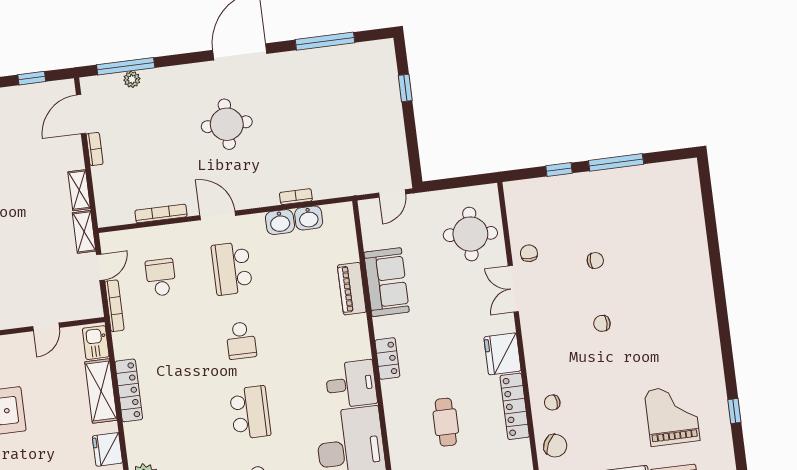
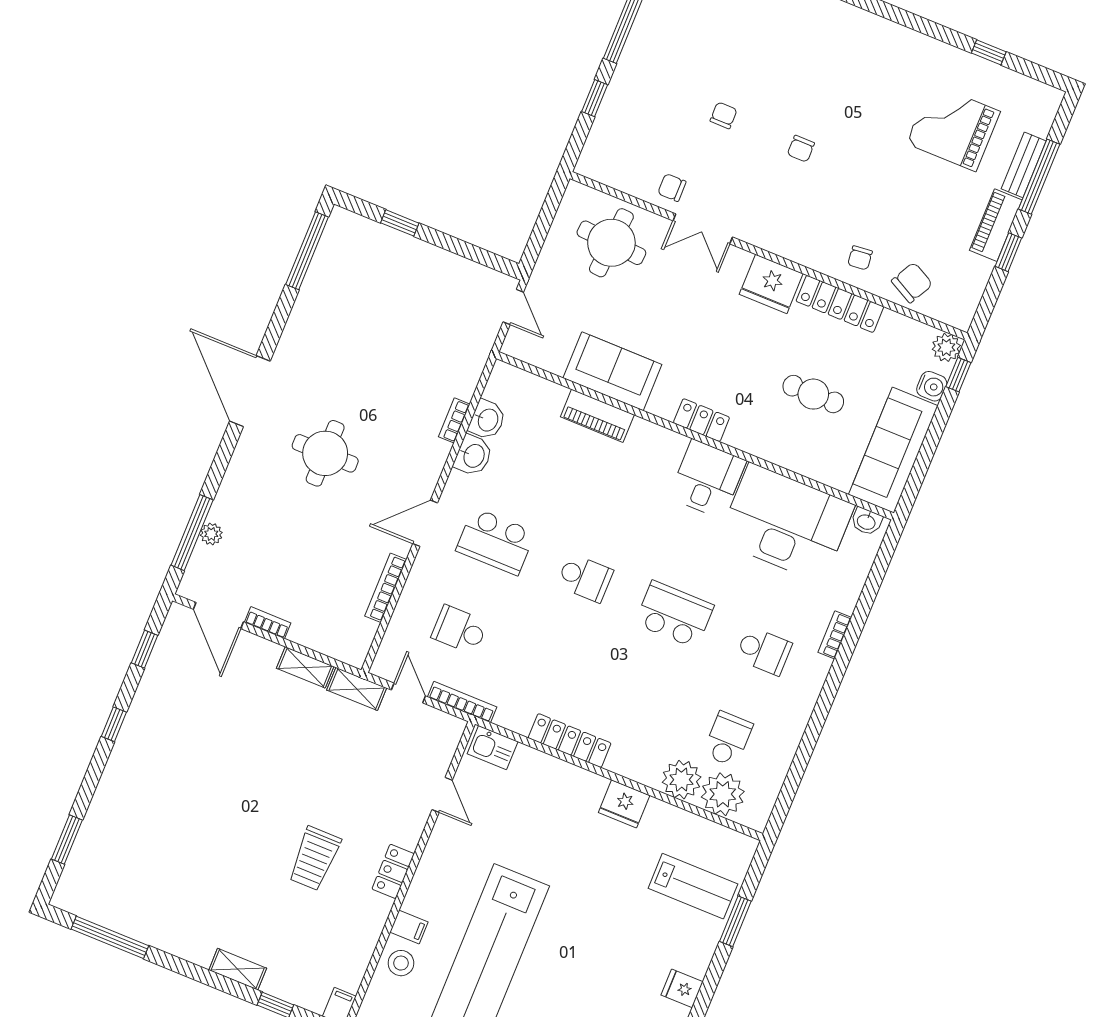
window: (325, 41) -> (307, 251), moved
shelving: (101, 391) -> (552, 773), removed

